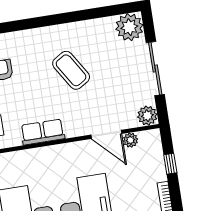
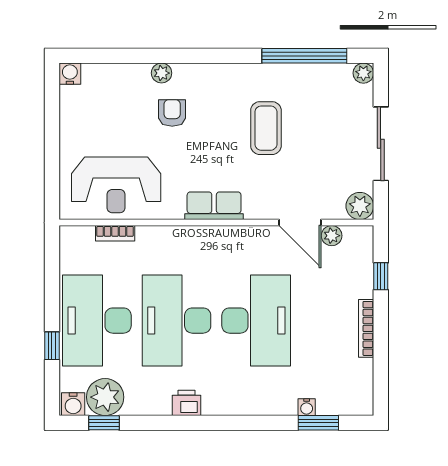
window: (90, 14) -> (304, 56), added
plant: (129, 27) -> (363, 73), width x0.53, depth x0.53
coffee table: (71, 70) -> (266, 128), turned 32

